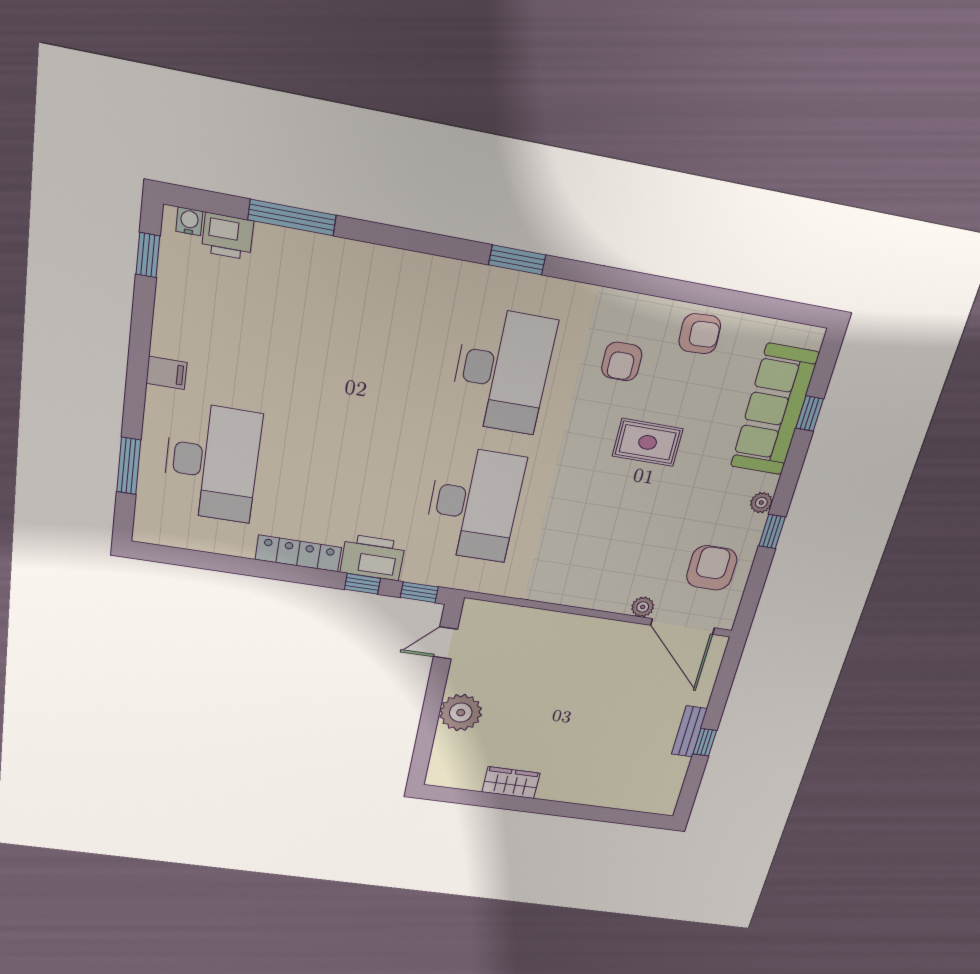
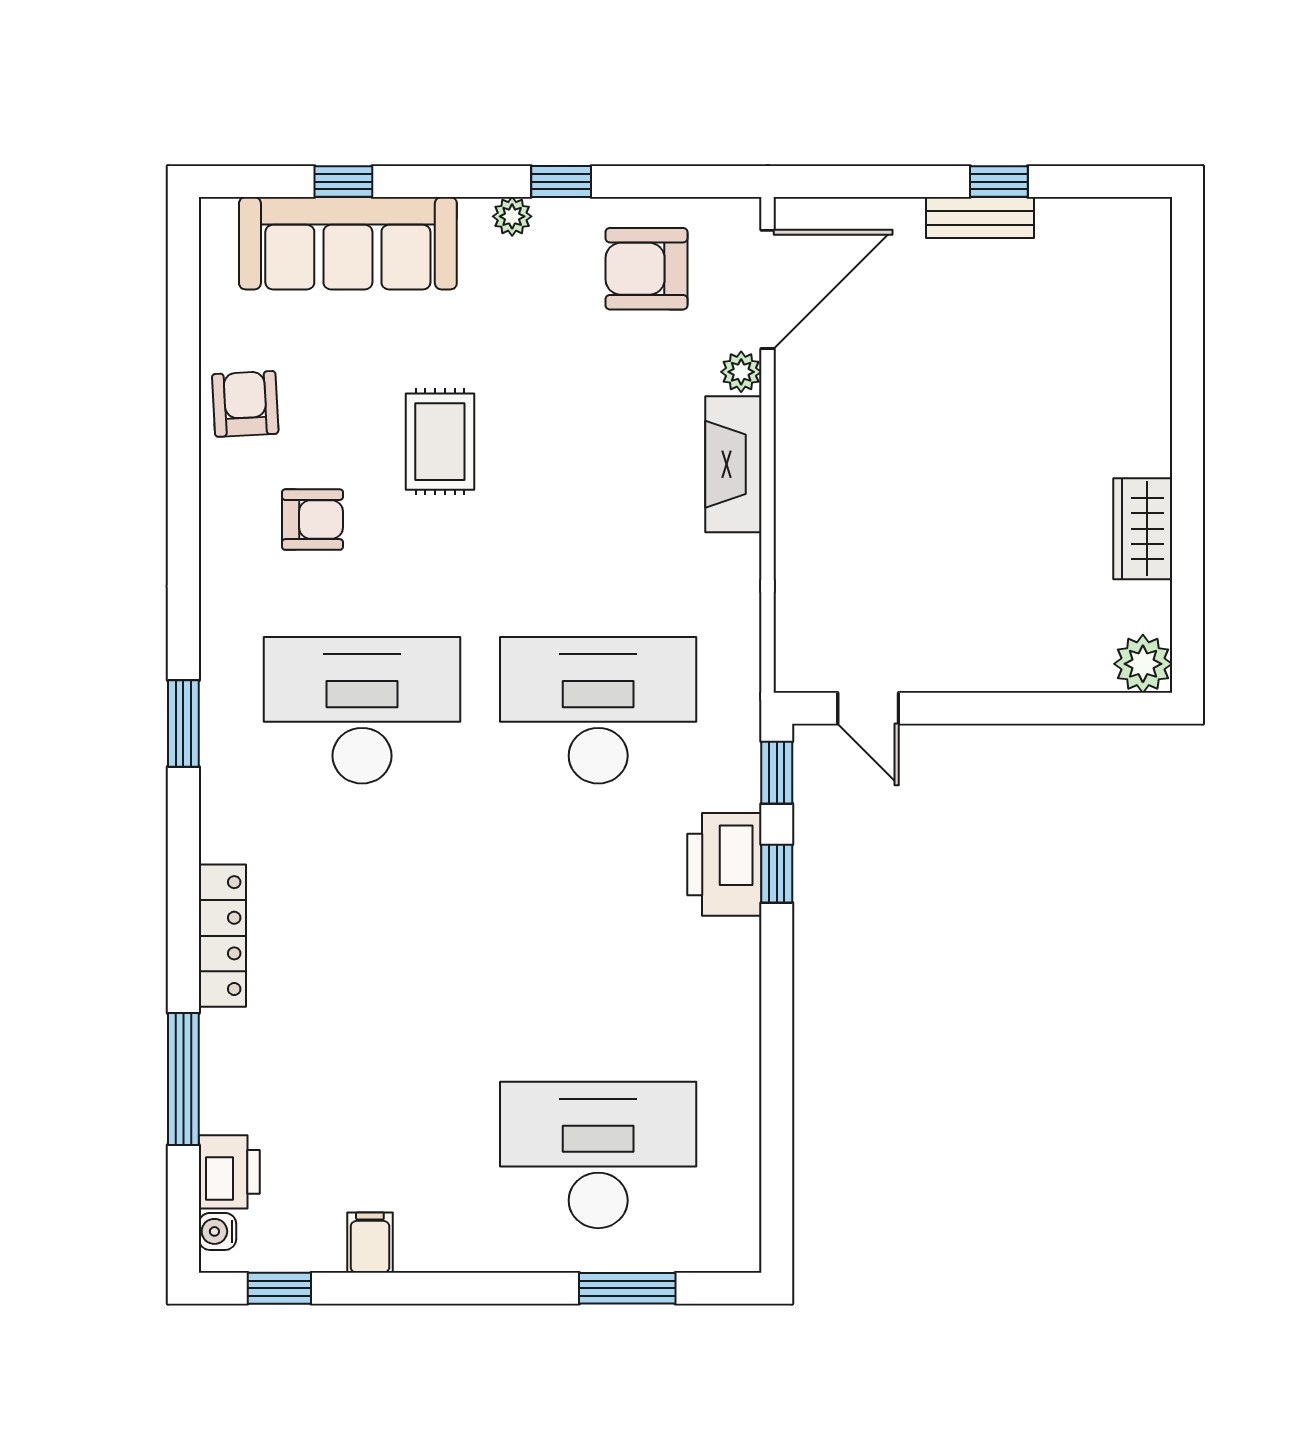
filing cabinet: (166, 373) -> (370, 1243), moved
locker: (298, 553) -> (222, 936), moved, turned 180
fireplace: (594, 596) -> (733, 464), added
plant: (461, 713) -> (1143, 664), moved, width x0.73, depth x0.73

